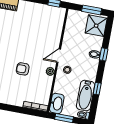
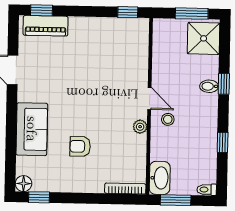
door: (59, 56) -> (149, 98), swing flipped
armchair: (23, 69) -> (80, 146), moved
bathtub: (86, 96) -> (205, 157), removed

